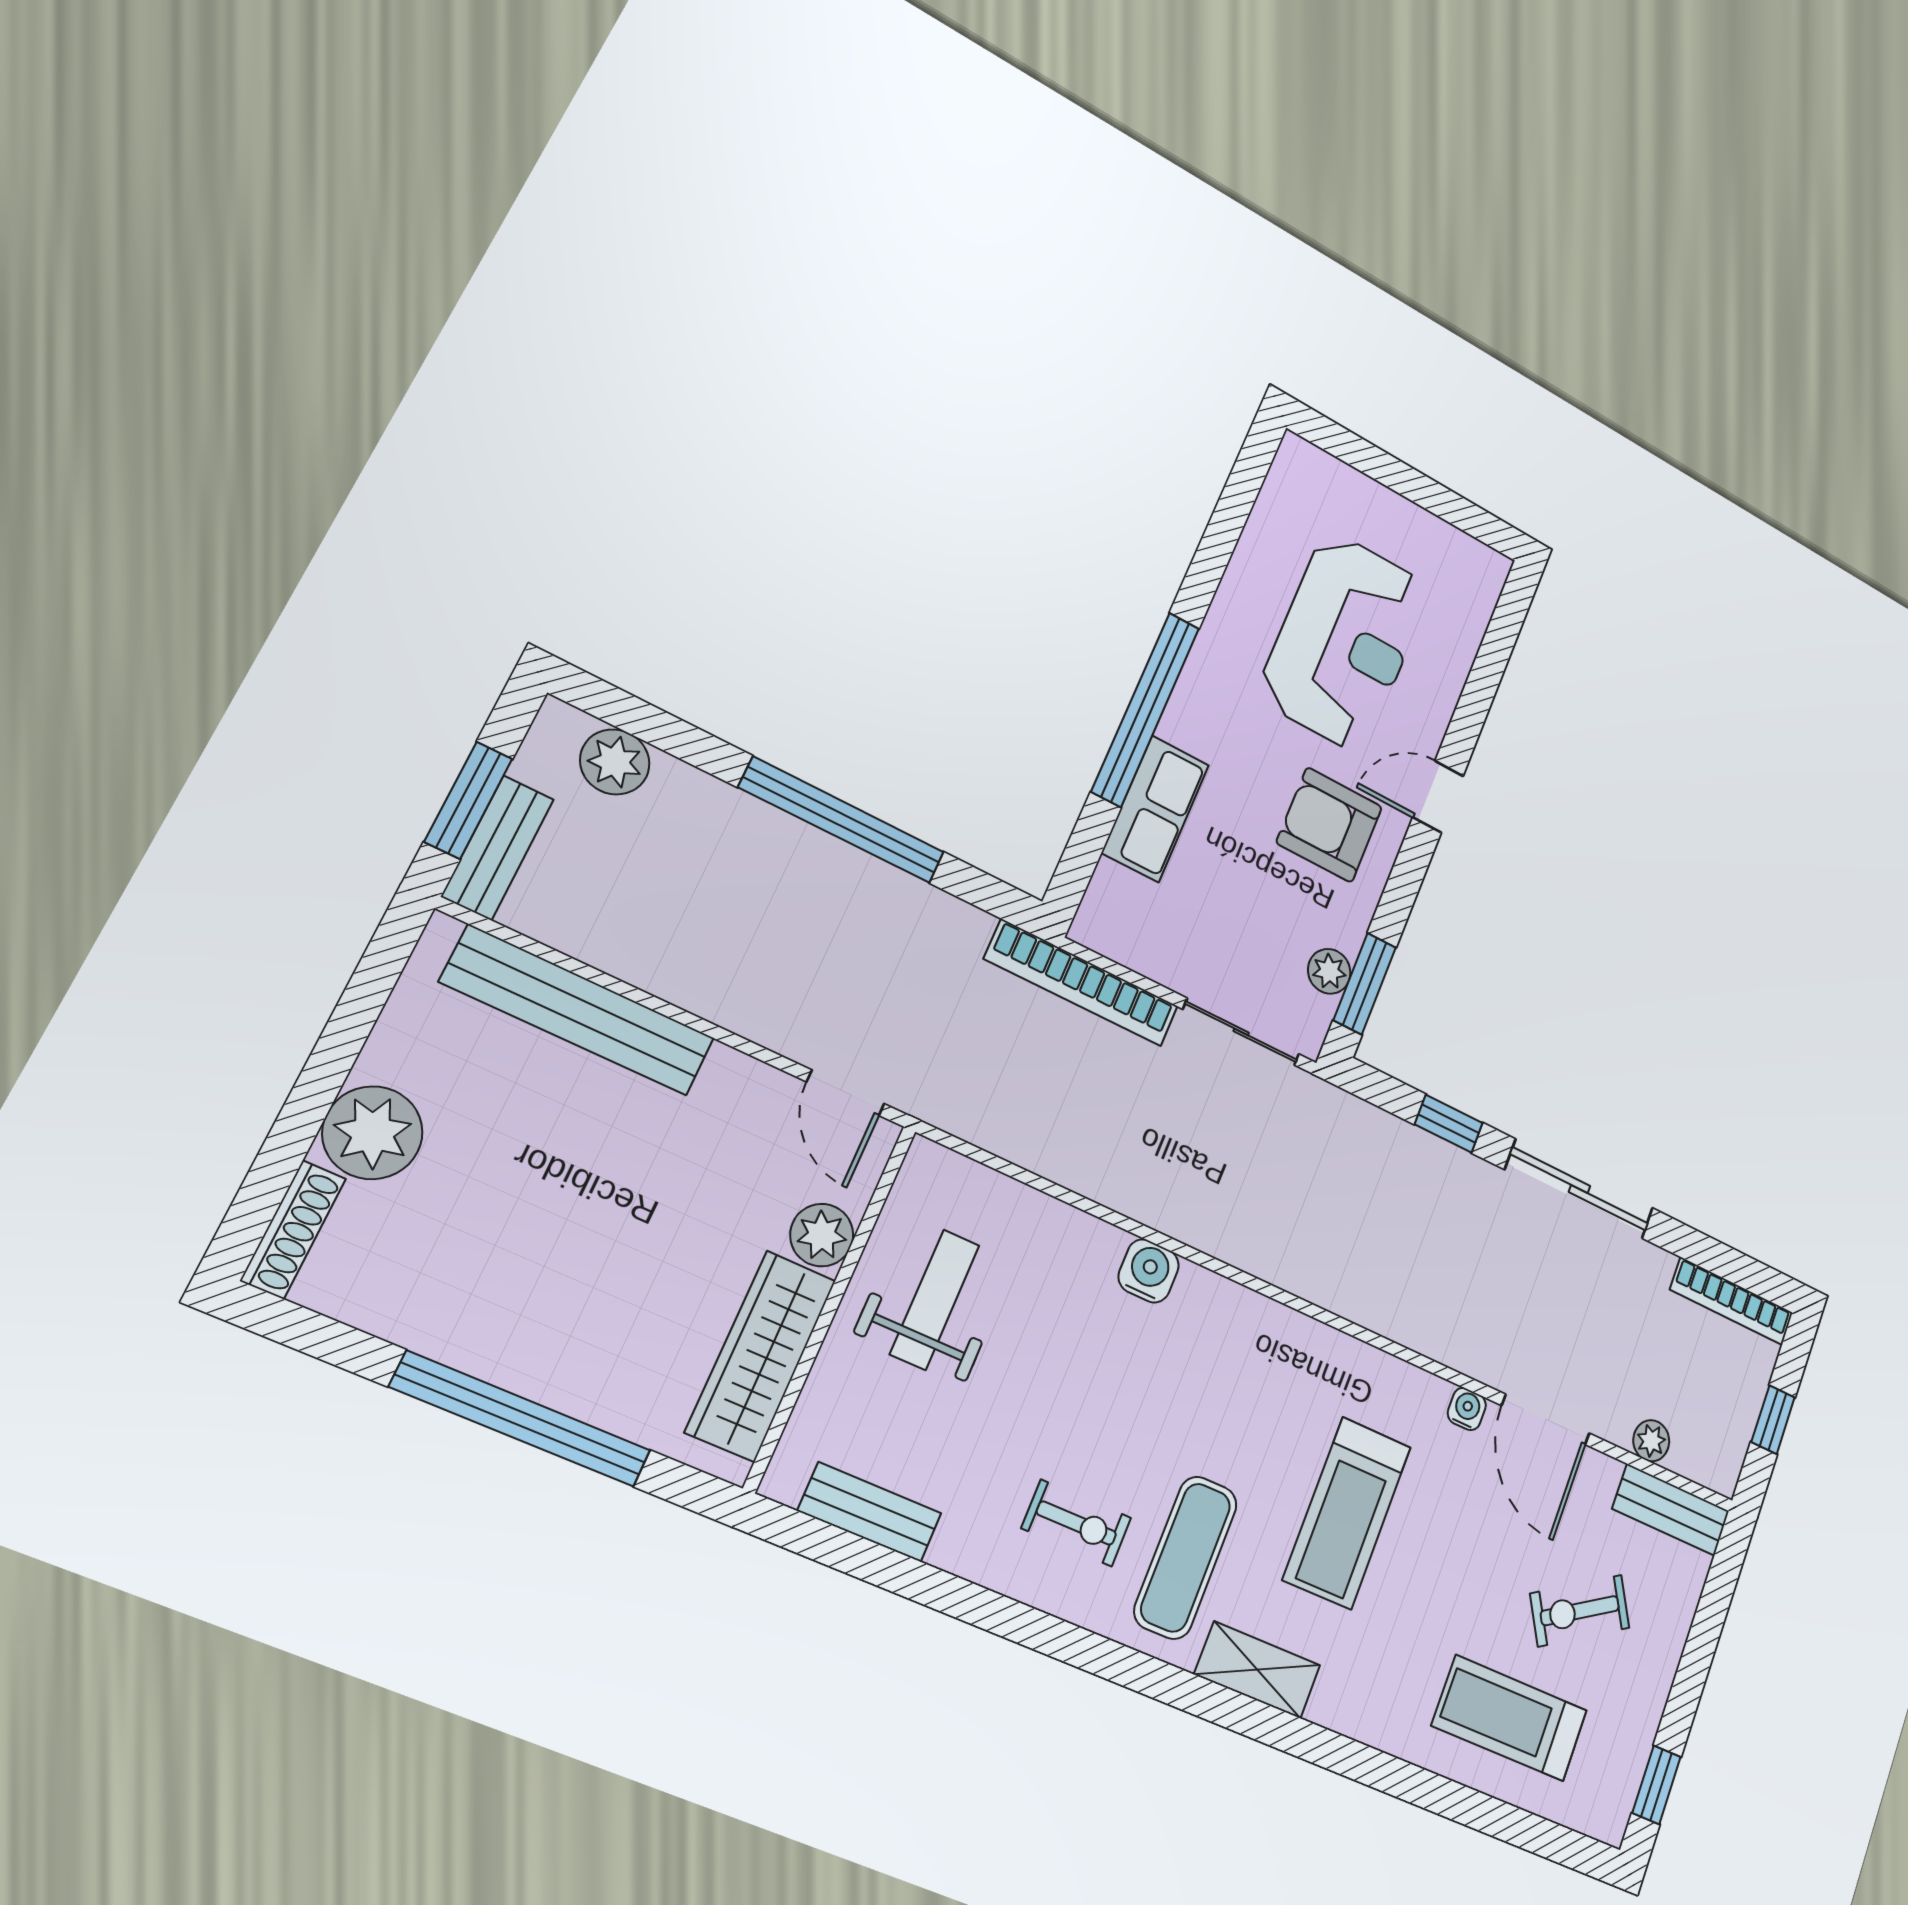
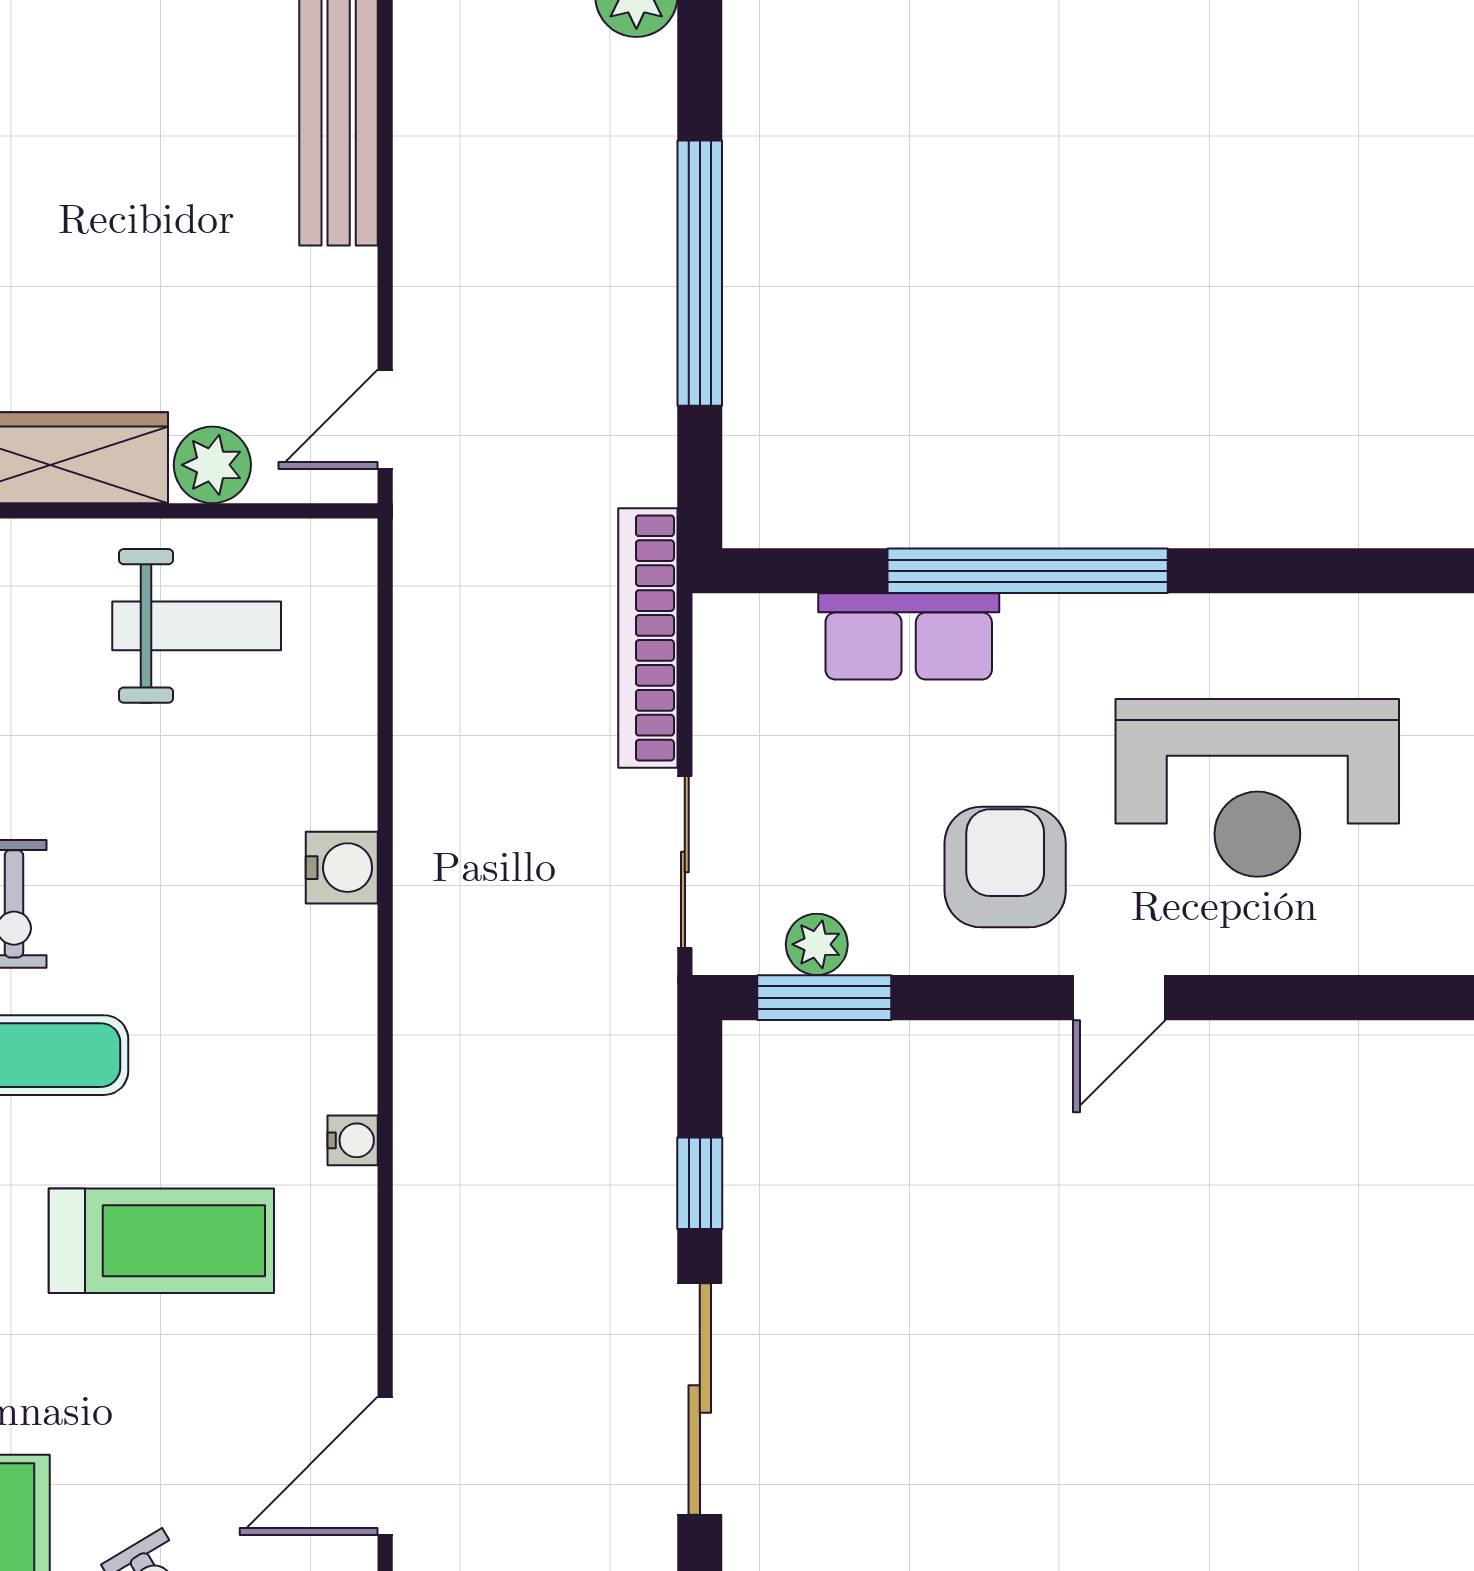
door: (1438, 797) -> (1119, 998), swing flipped
water cooler: (1467, 1409) -> (353, 1140), moved
treadmill: (1347, 1513) -> (161, 1241), turned 180

